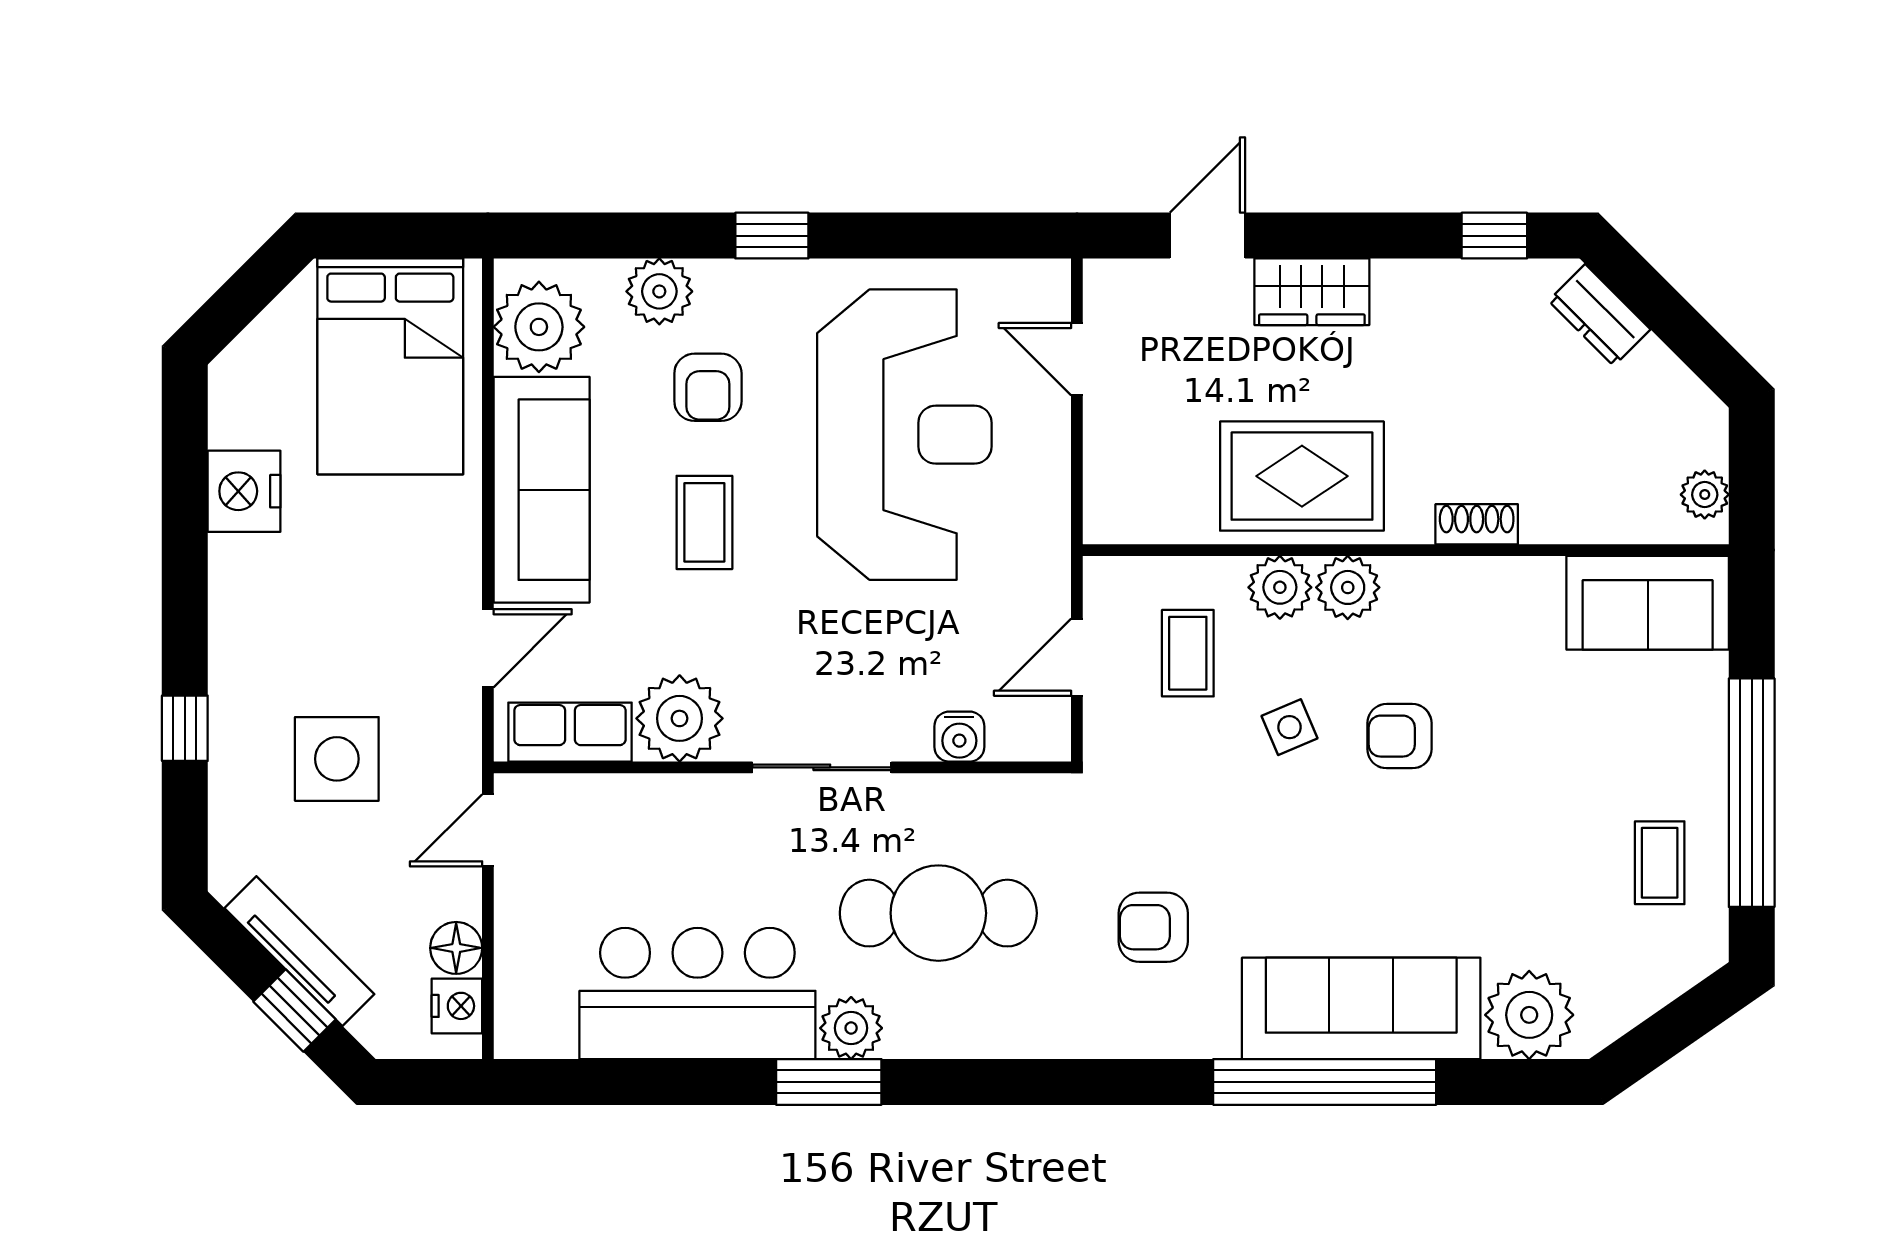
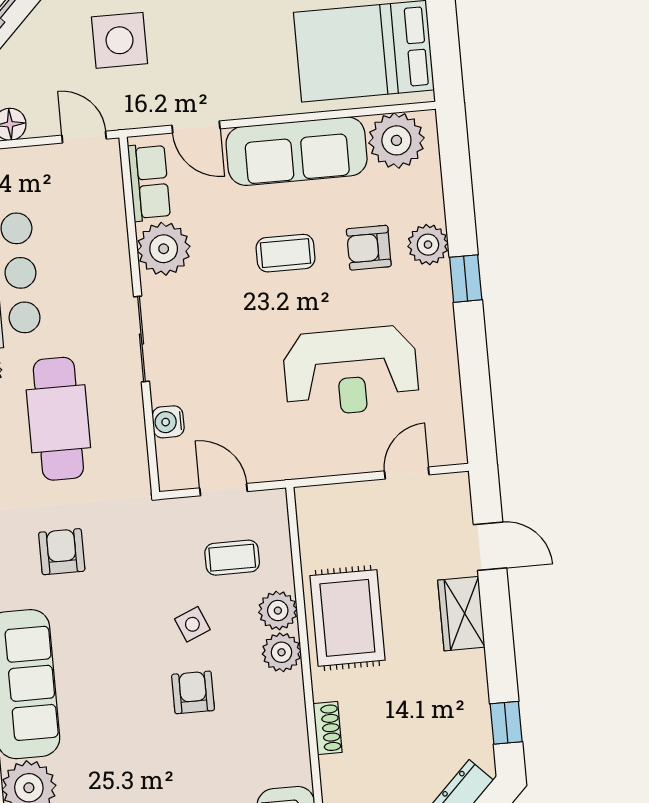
plant: (659, 291) -> (428, 245), moved
reception desk: (904, 435) -> (351, 371), width x0.74, depth x0.77

